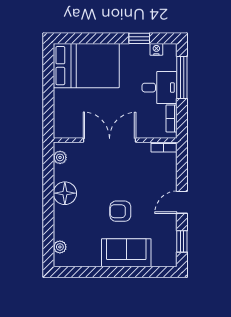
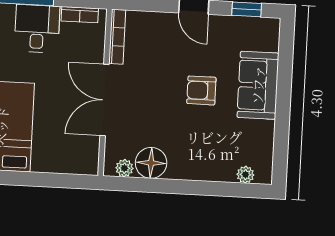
bookcase: (164, 147) -> (117, 37), width x1.56
floor lamp: (65, 193) -> (151, 163), moved
armchair: (120, 211) -> (201, 90), turned 90

